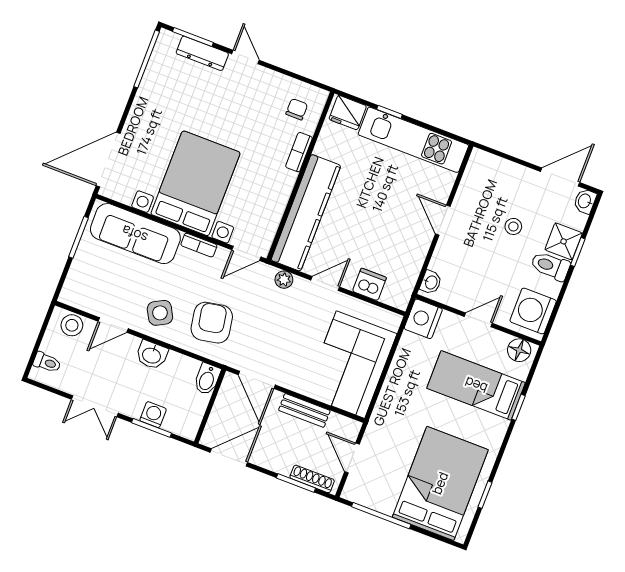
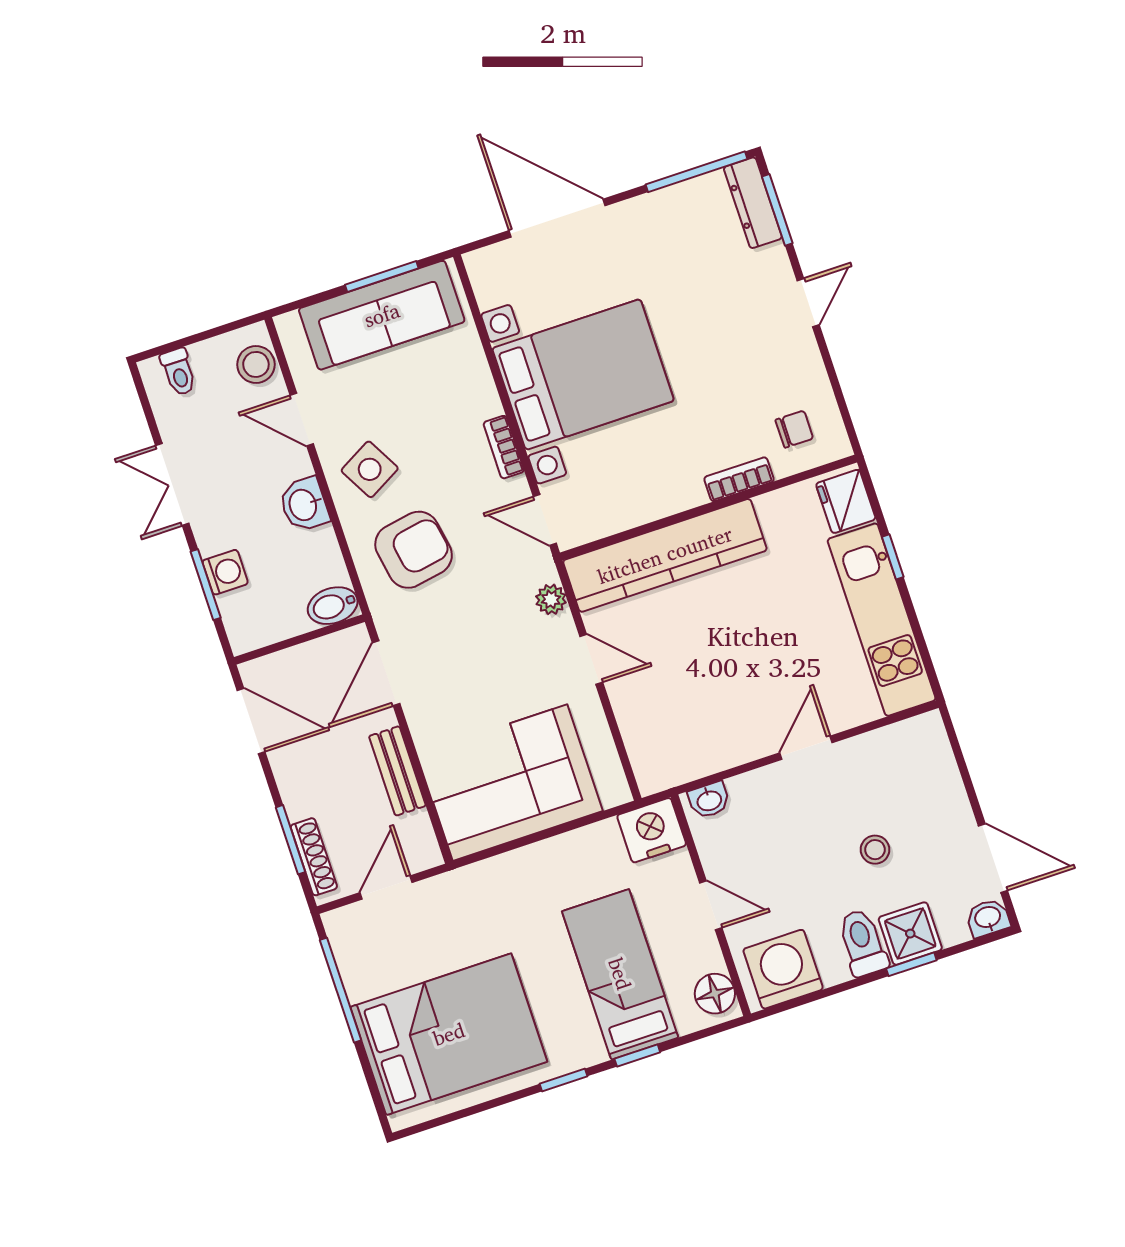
dresser: (202, 53) -> (753, 203), moved
door: (108, 160) -> (557, 218), moved
sofa: (135, 234) -> (382, 315), moved, turned -90
dishwasher: (369, 284) -> (639, 720), removed
window: (485, 495) -> (563, 1080), moved

